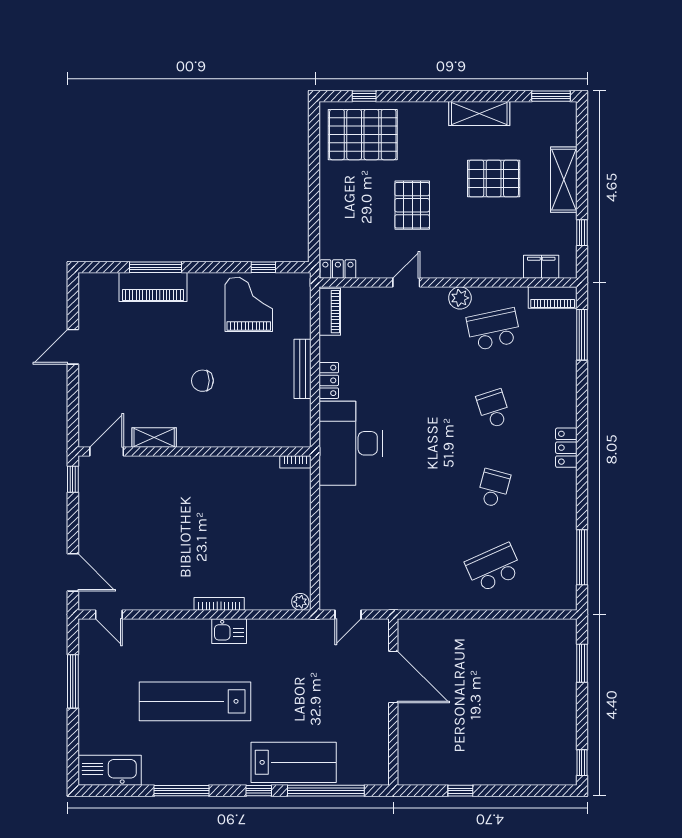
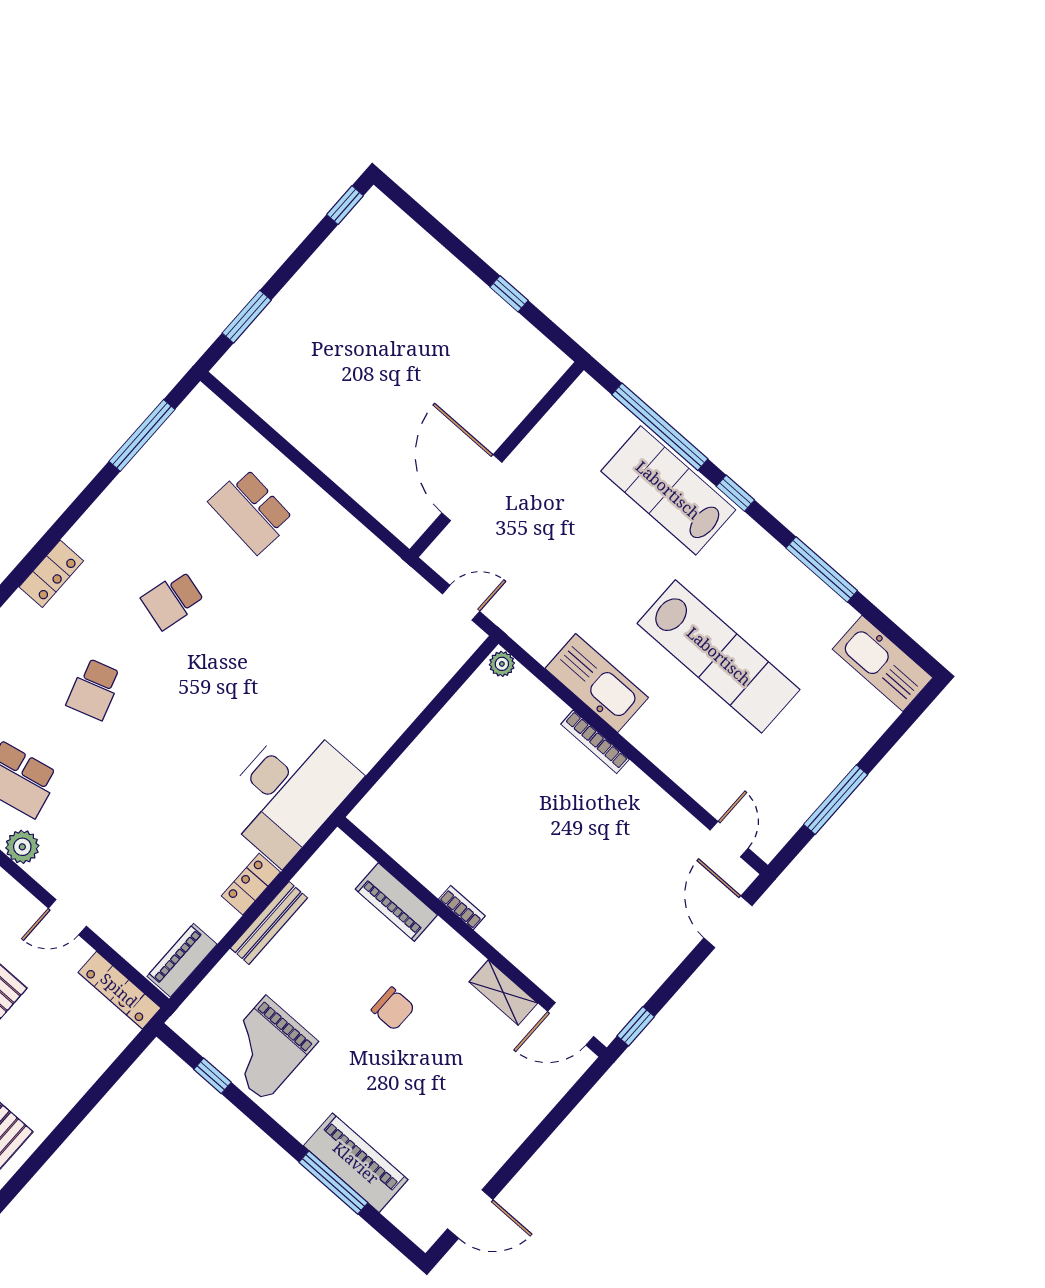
locker: (338, 269) -> (119, 990), width x1.53
door: (73, 347) -> (470, 1214), moved
piano: (248, 436) -> (396, 902), added
bookcase: (295, 462) -> (462, 908), moved
school desk: (494, 568) -> (251, 511), turned 30
kitchen sink: (229, 631) -> (597, 683), width x1.87, depth x1.24

